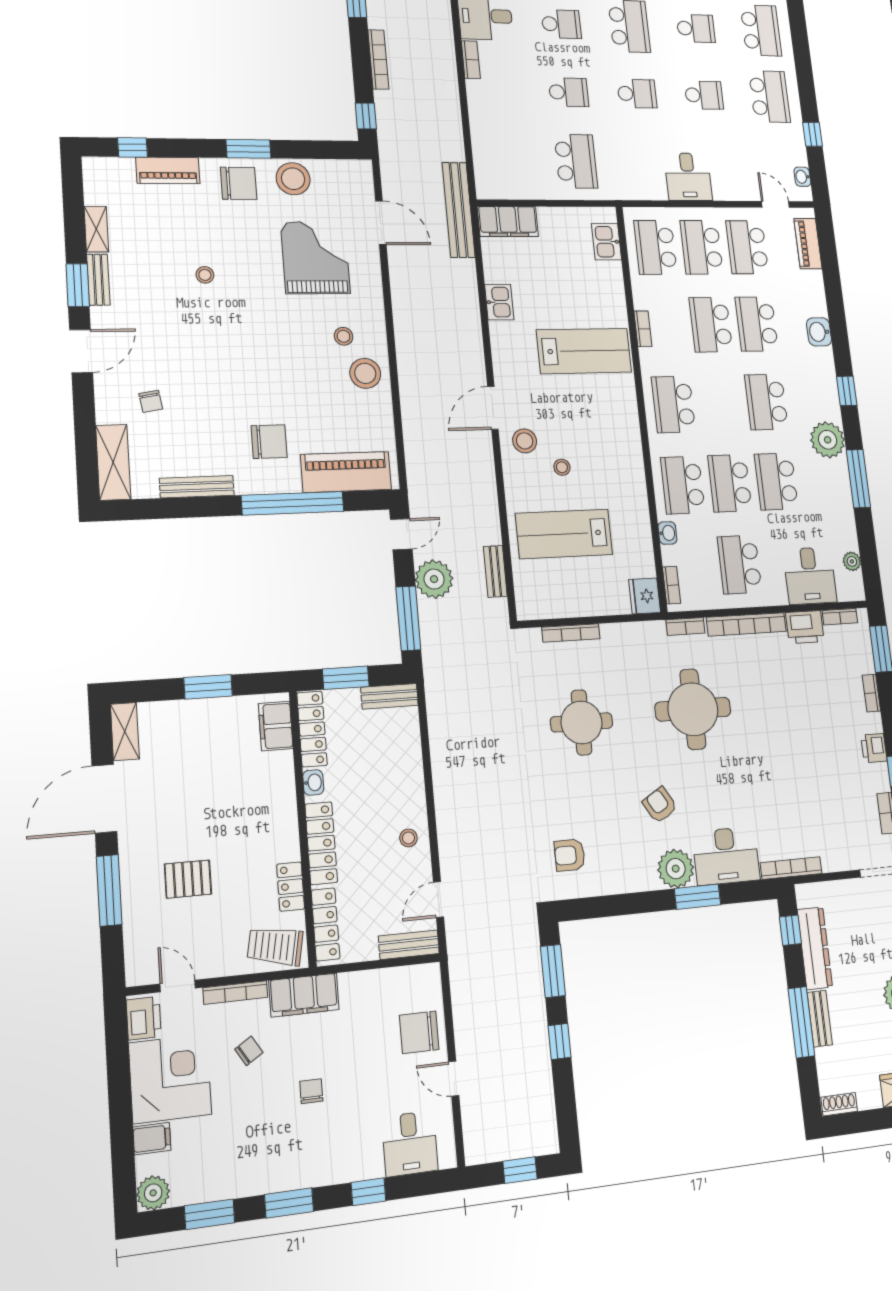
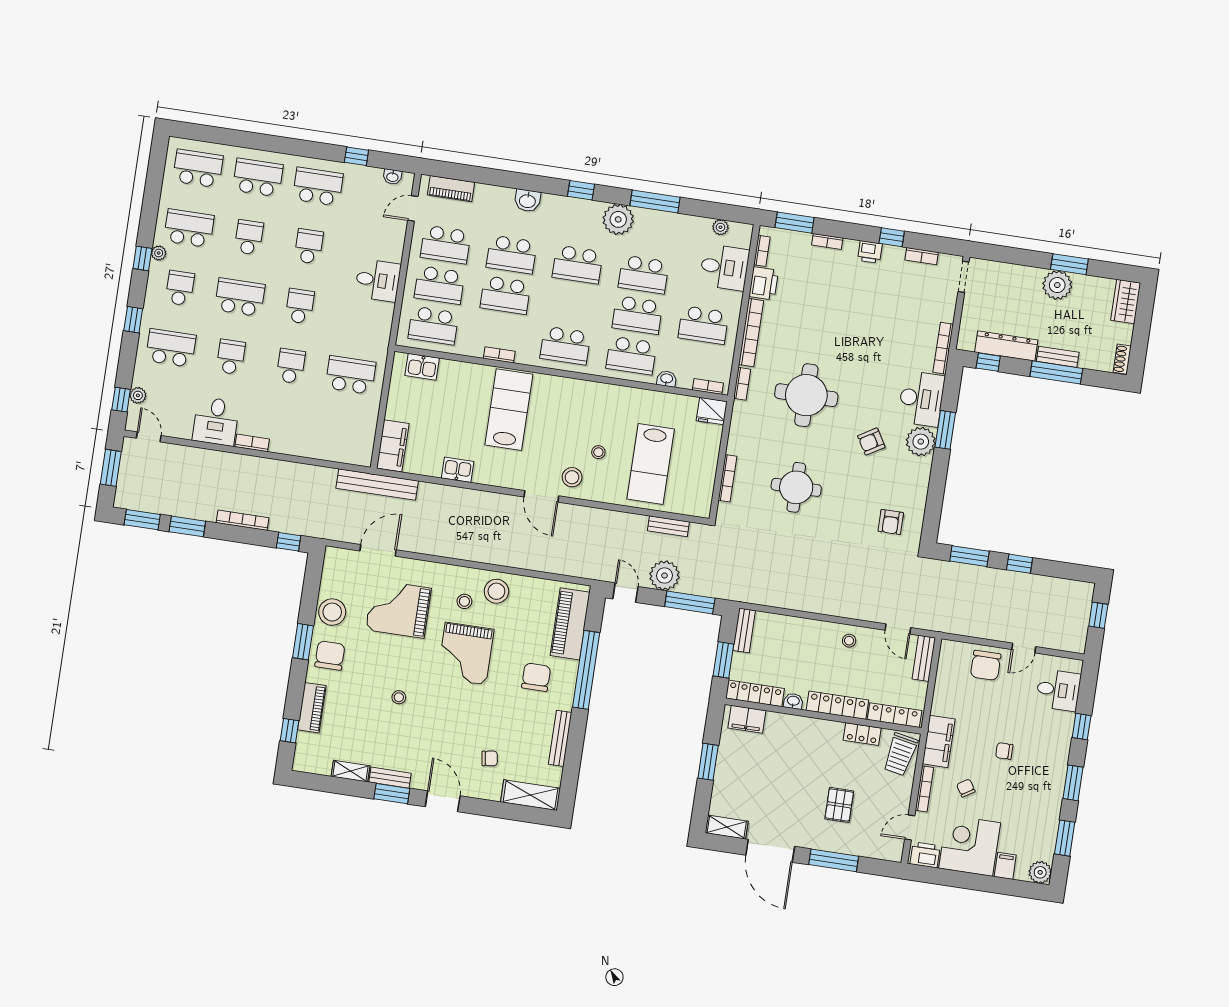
grand piano: (279, 348) -> (466, 654), added

